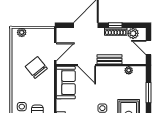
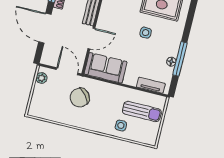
plant: (22, 32) -> (41, 78), moved

